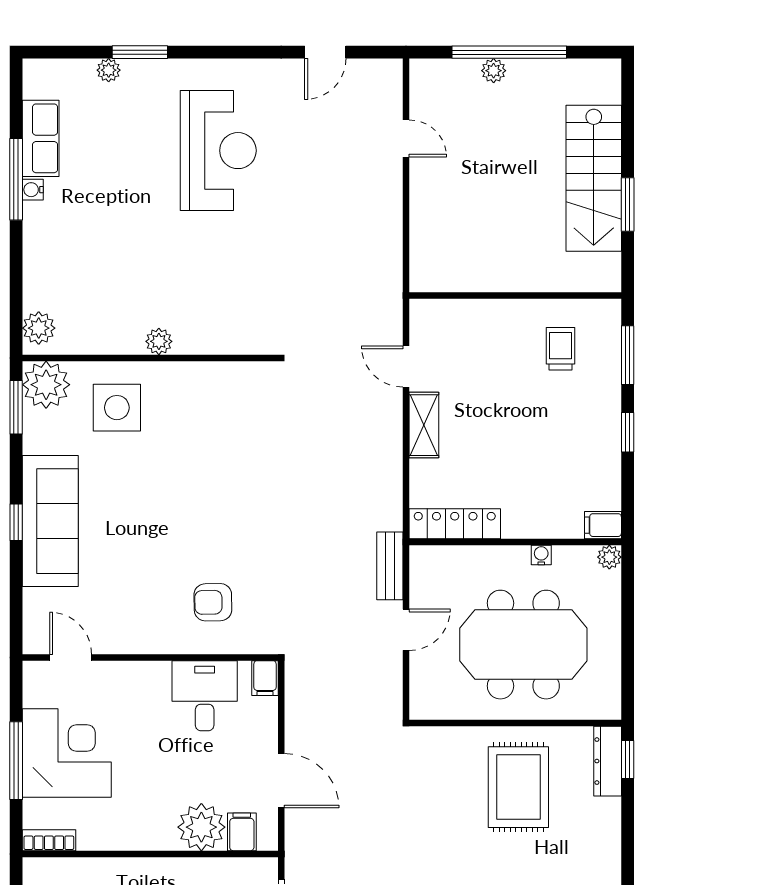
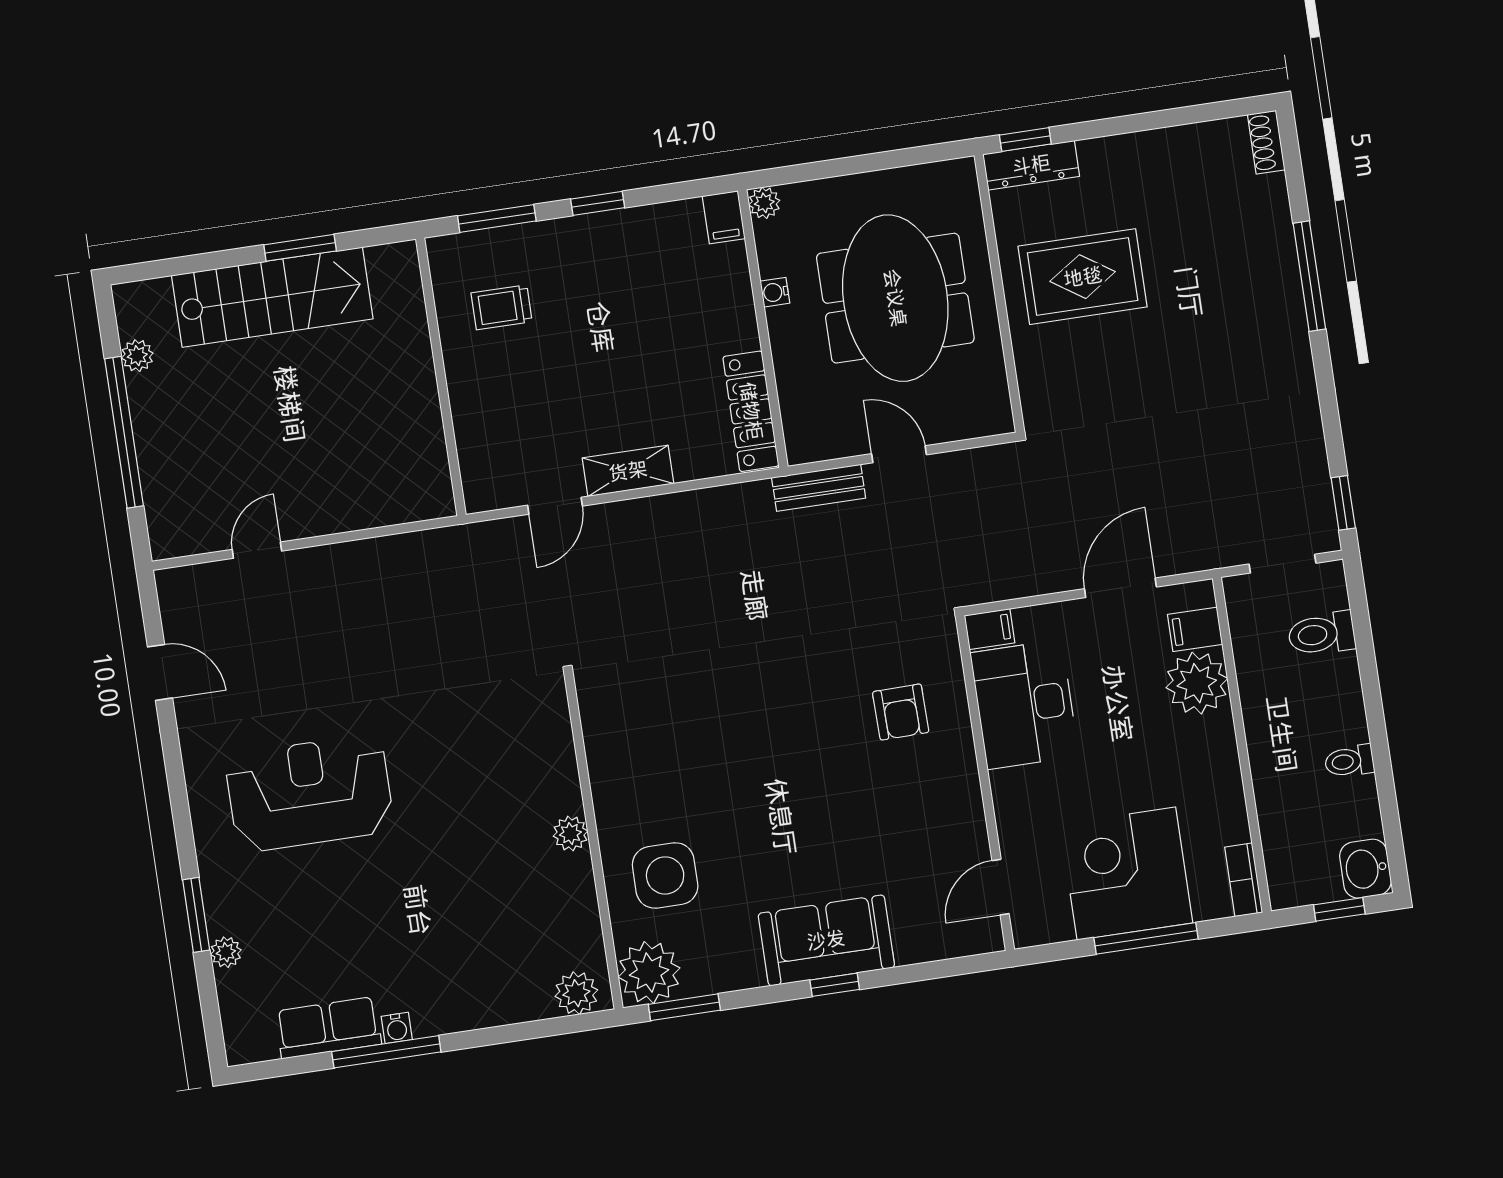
plant: (494, 71) -> (137, 356), moved
sofa: (50, 521) -> (826, 940), width x0.73
desk: (205, 696) -> (1024, 705), width x1.37

